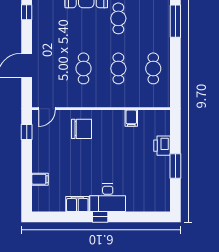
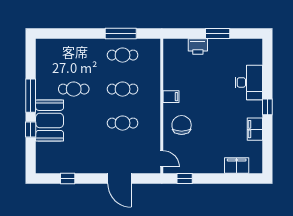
window: (175, 21) -> (121, 33), moved
filing cabinet: (131, 118) -> (171, 97), moved
filing cabinet: (40, 179) -> (237, 165), width x2.00
desk: (108, 198) -> (249, 82), moved

